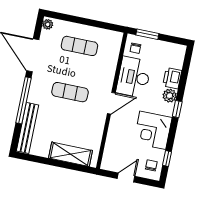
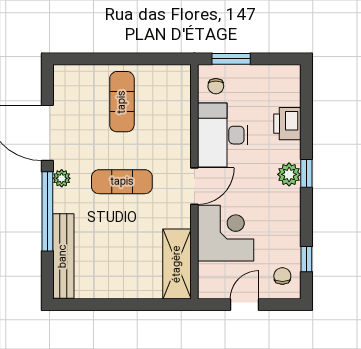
plant: (48, 24) -> (62, 178), moved
exercise mat: (79, 46) -> (122, 102), turned 90
plant: (170, 96) -> (289, 174), moved
corner desk: (153, 130) -> (226, 233), moved, turned 180
shelving: (70, 154) -> (177, 264), moved, turned 90

